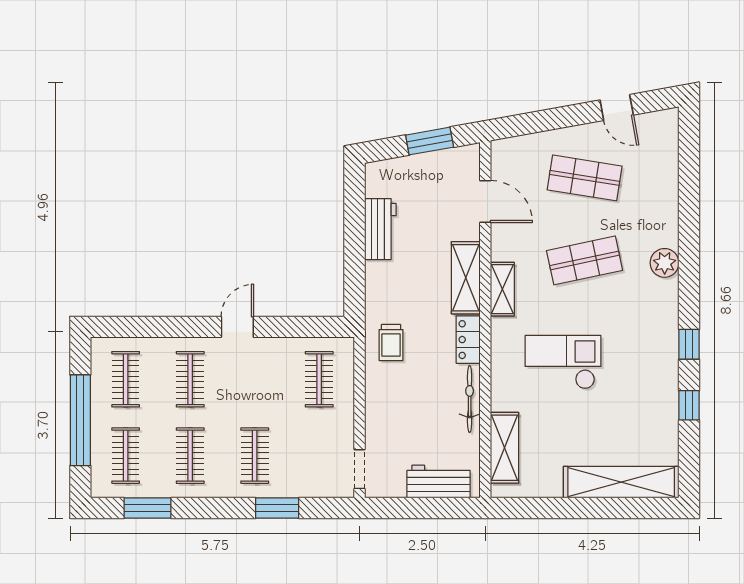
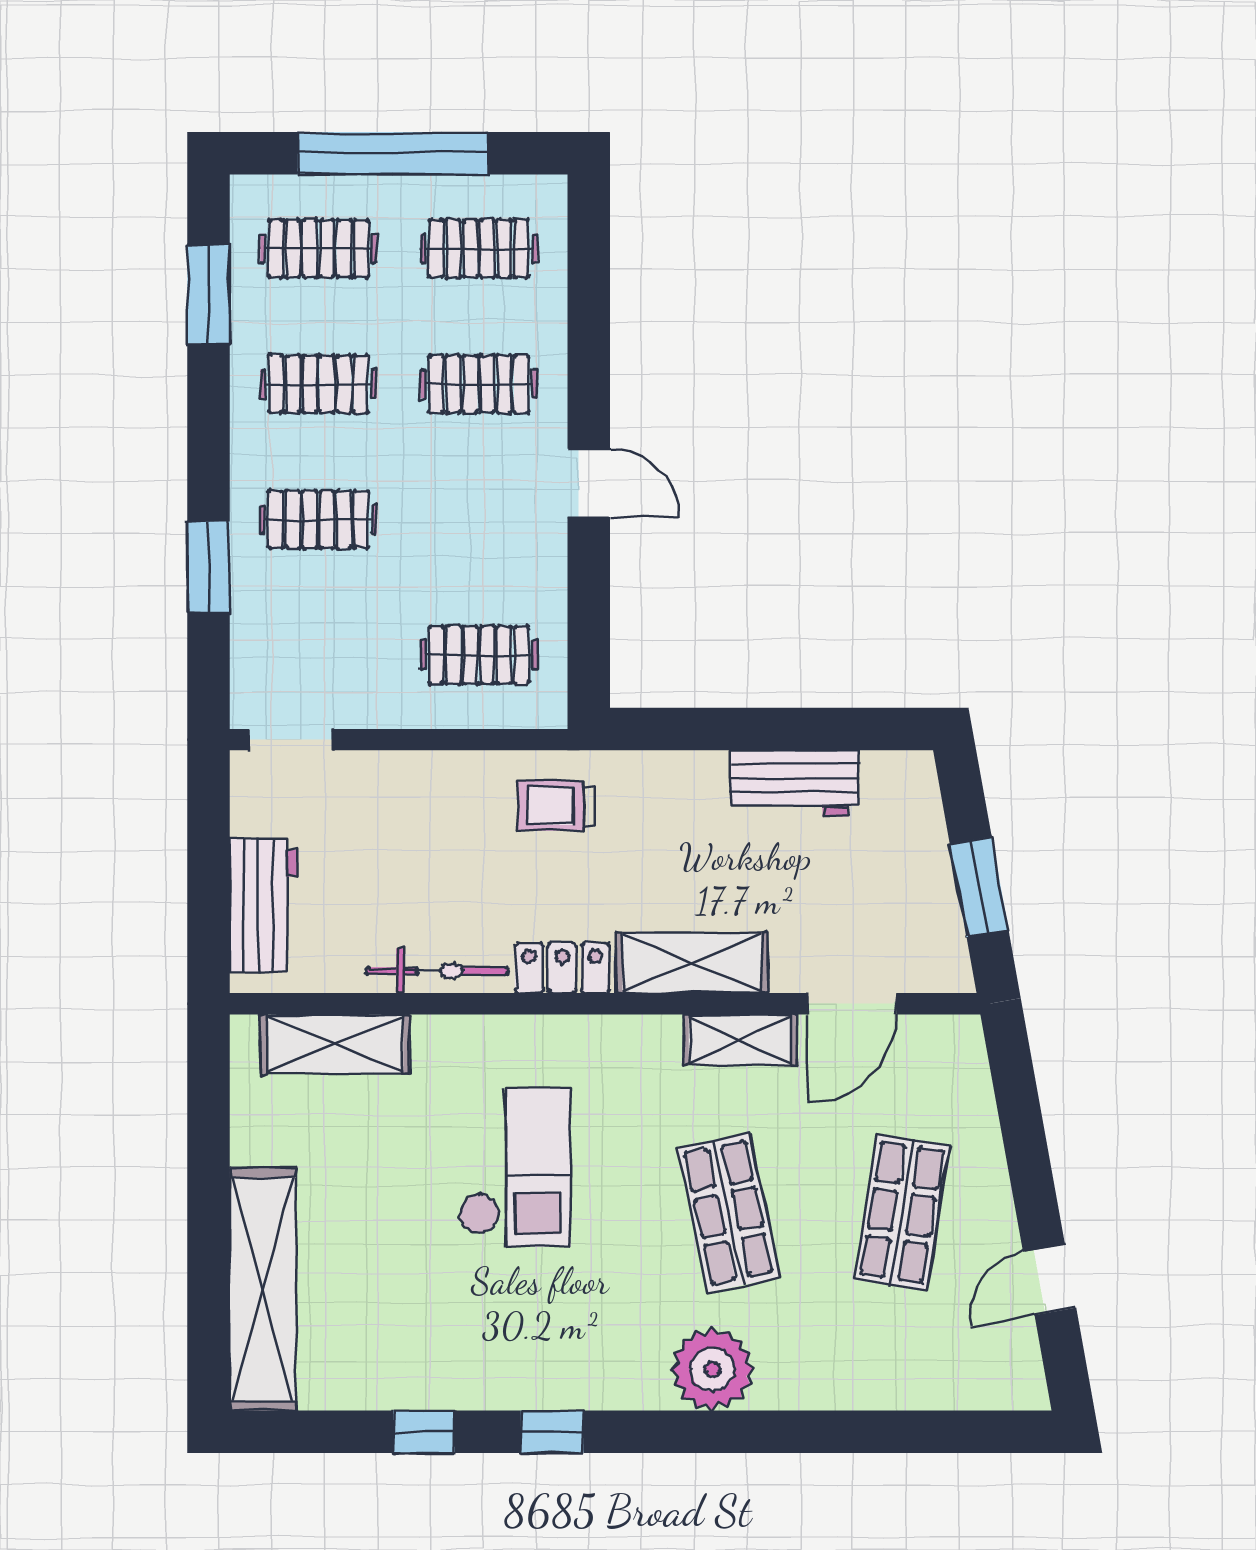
plant: (665, 263) -> (712, 1369), width x1.36, depth x1.36
shelving: (502, 289) -> (740, 1040), moved

